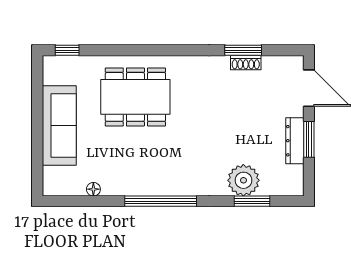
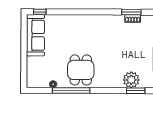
dining table: (135, 97) -> (81, 70), moved, width x0.73
sofa: (59, 125) -> (35, 35), moved
window: (161, 201) -> (71, 90), moved

